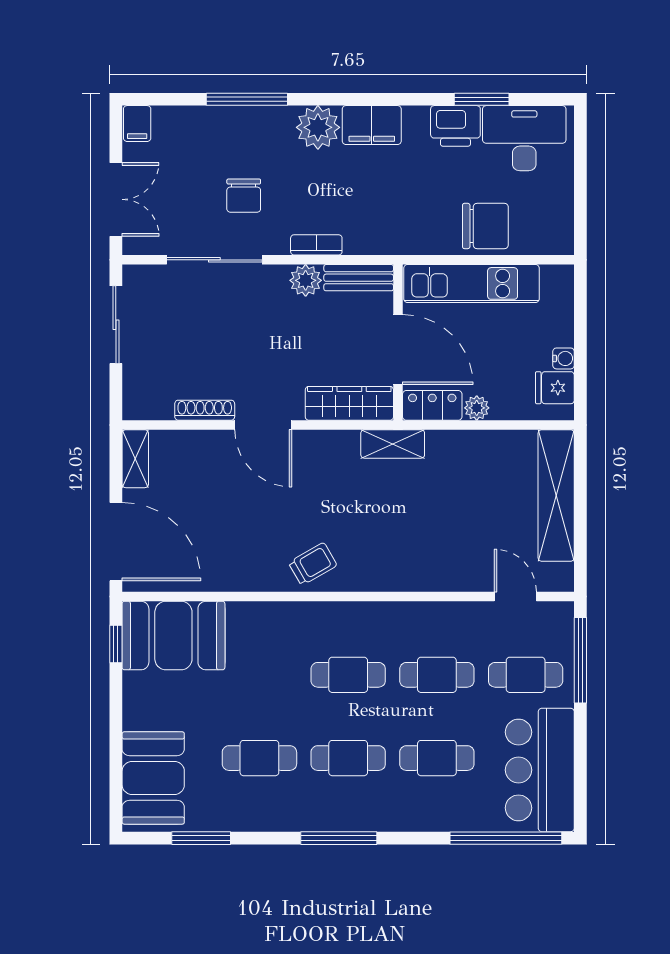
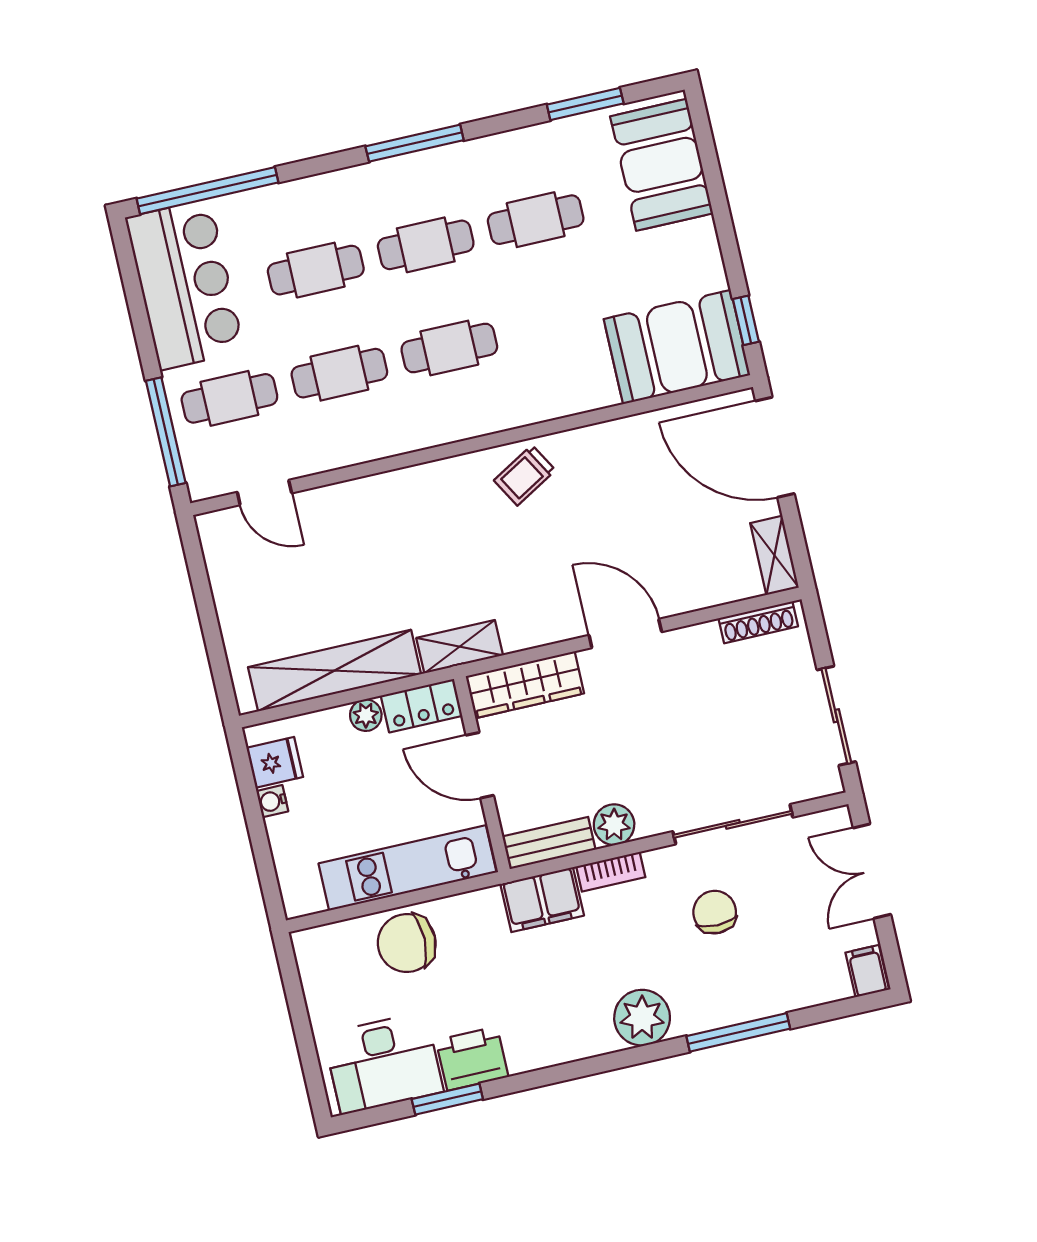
filing cabinet: (372, 125) -> (542, 900), moved, turned 180
door: (398, 349) -> (480, 765), width x0.73
shoe rack: (205, 410) -> (758, 622), moved
shelving: (556, 495) -> (335, 671), moved, turned 90

